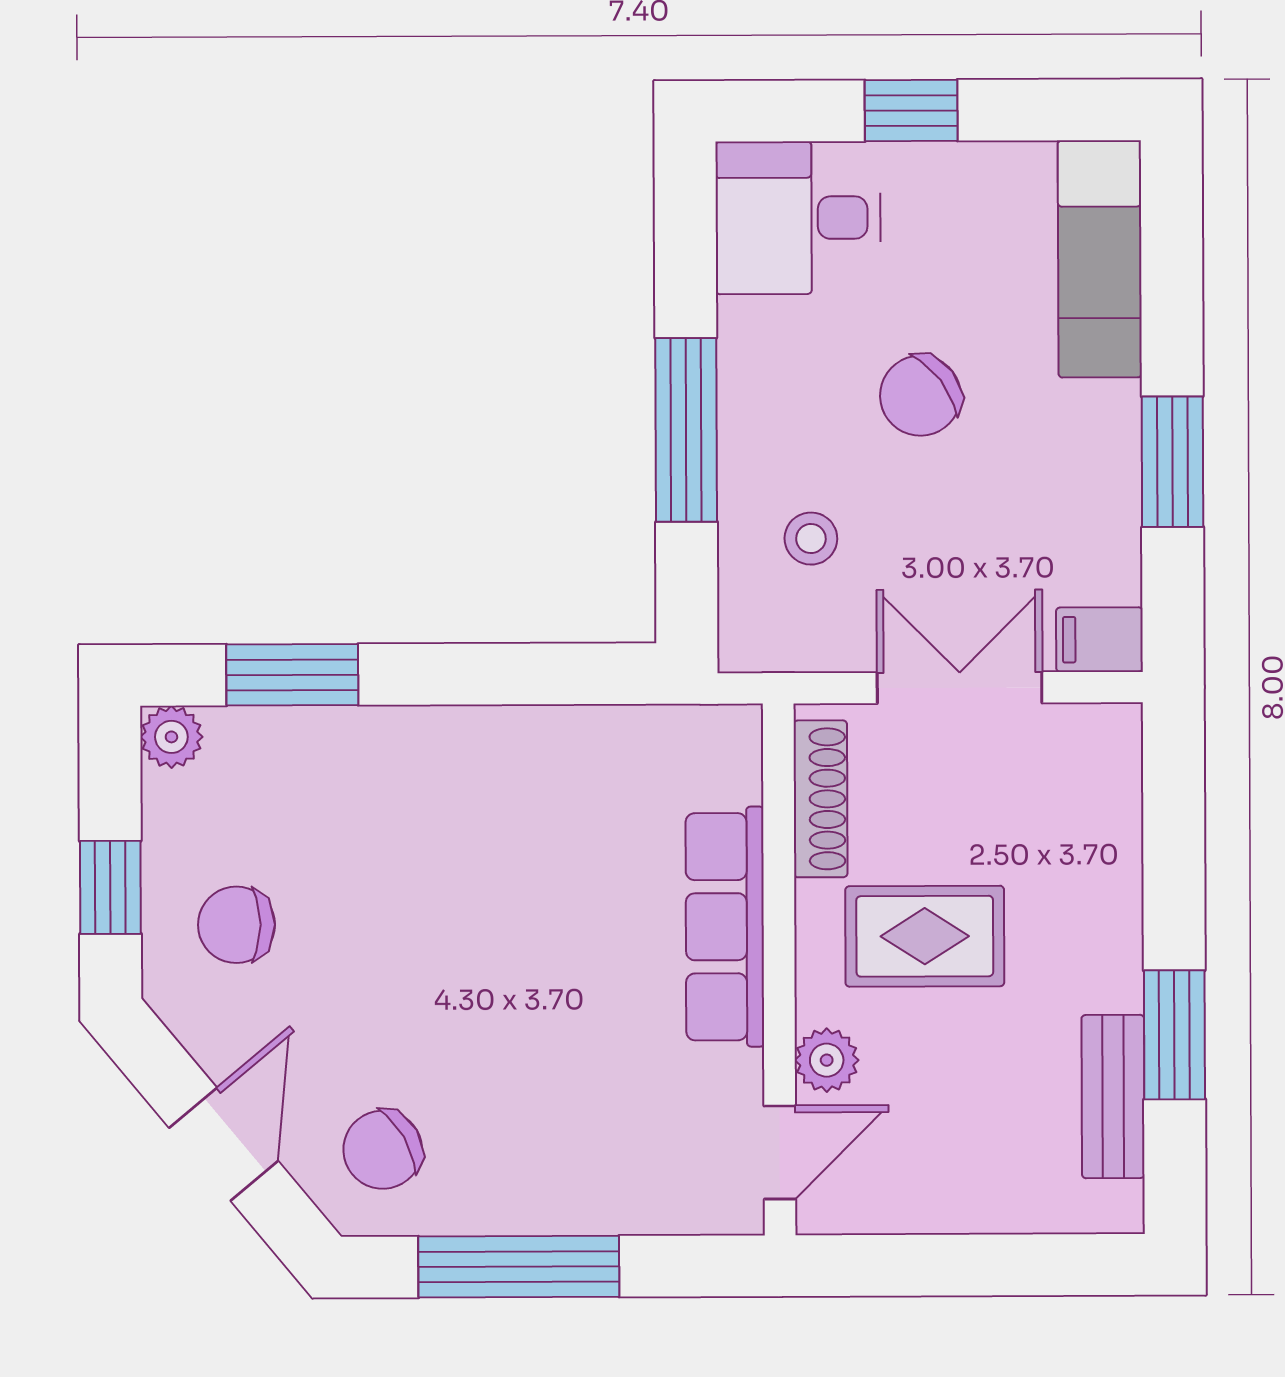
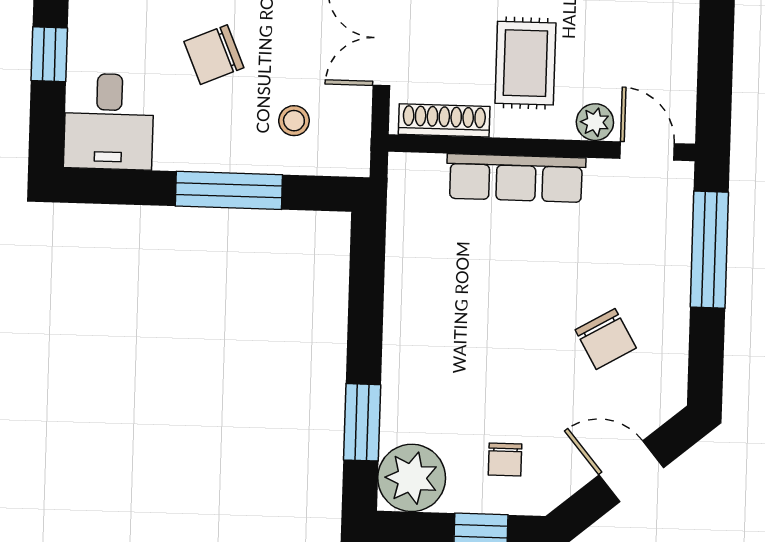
chair: (920, 396) -> (214, 55), turned 104
plant: (171, 737) -> (412, 478), width x1.87, depth x1.87
chair: (236, 925) -> (505, 460), width x0.73, depth x0.73
chair: (383, 1150) -> (606, 339), moved
window: (519, 1267) -> (709, 250), moved

